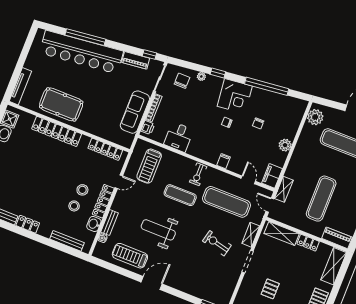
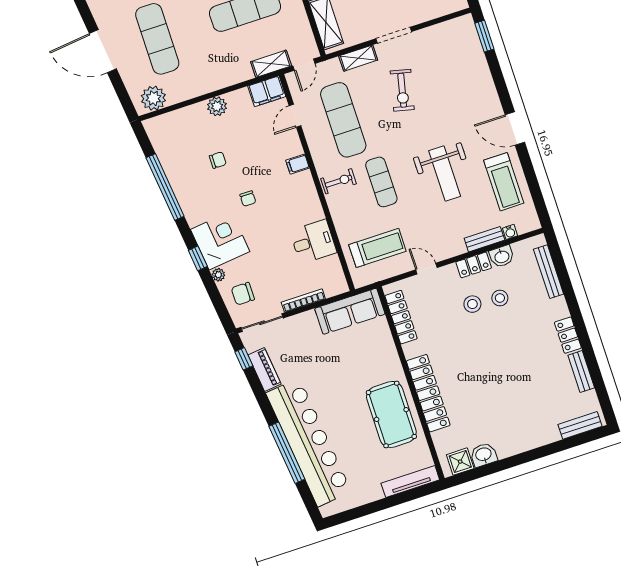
corner desk: (235, 96) -> (220, 241), moved
sofa: (135, 112) -> (350, 311), moved
printer: (148, 128) -> (333, 288), removed
locker: (103, 201) -> (474, 265), width x0.66

